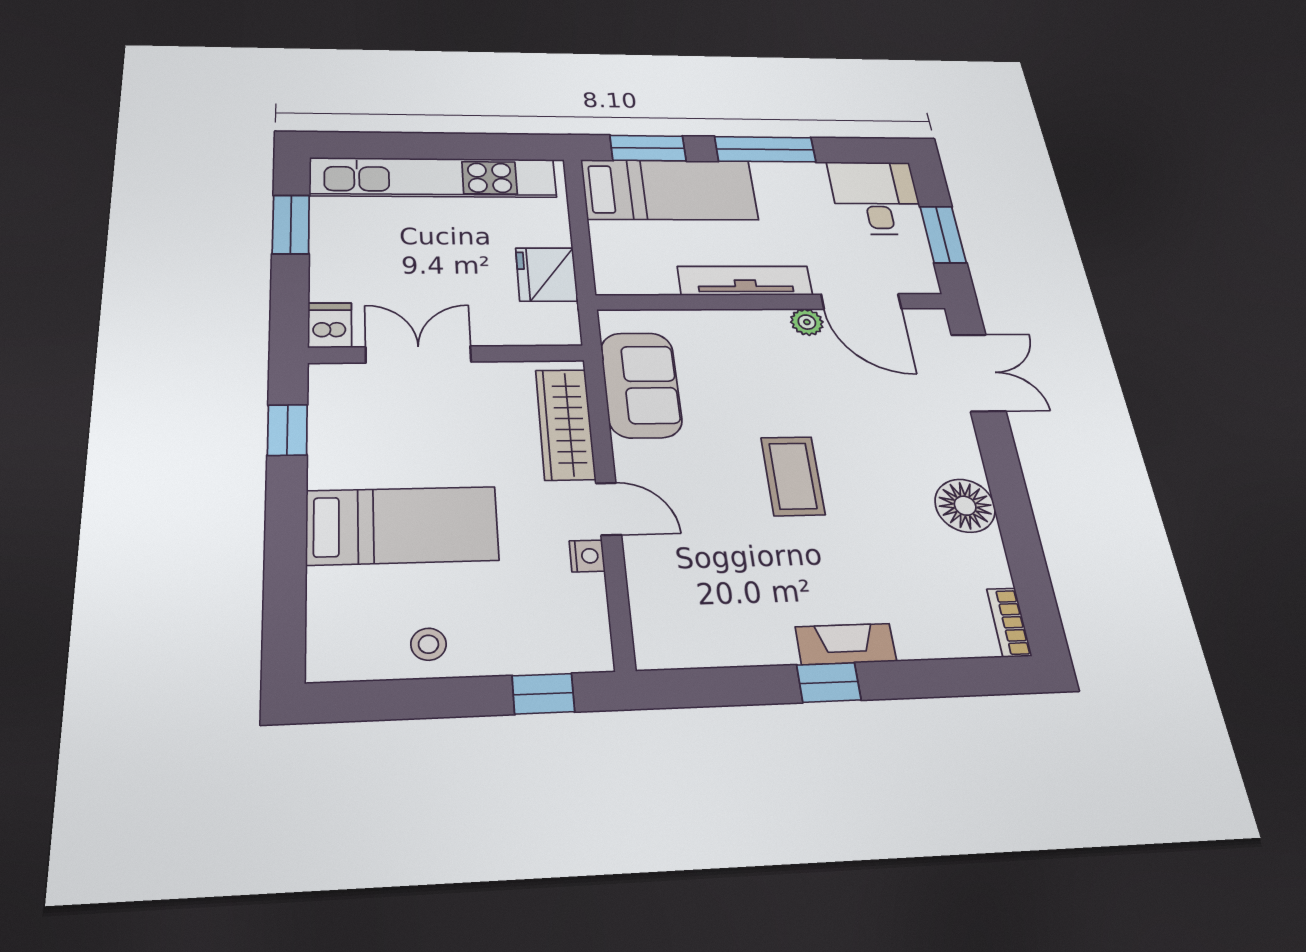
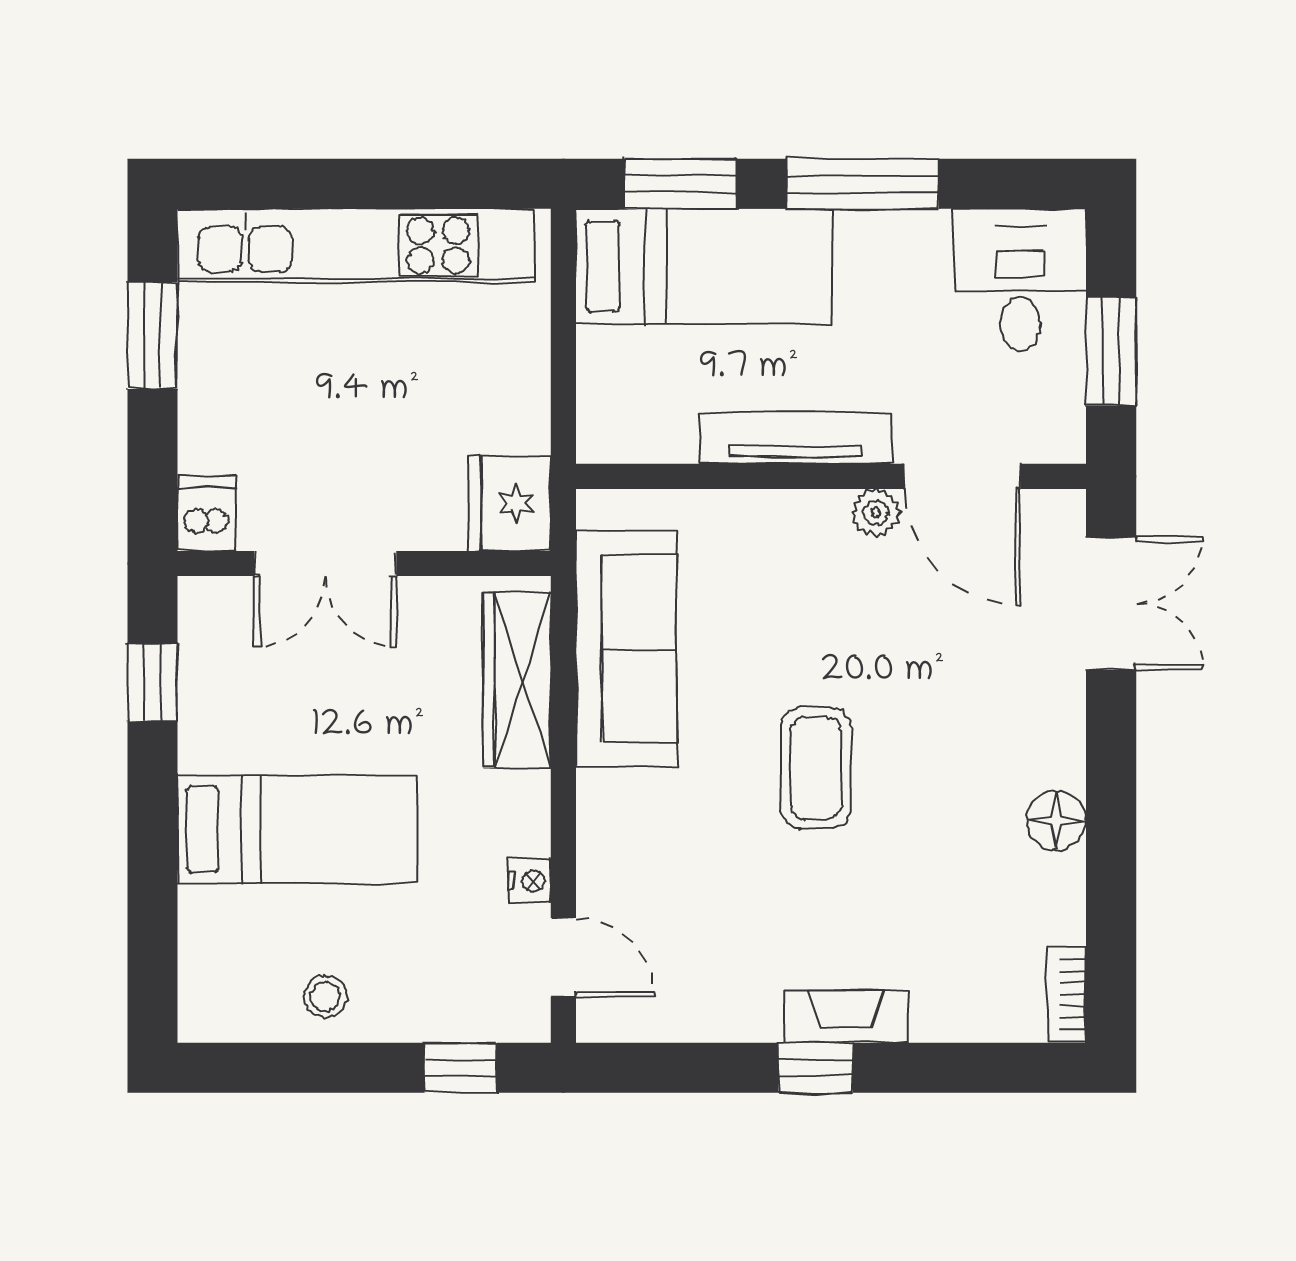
fridge: (547, 274) -> (510, 503), moved
double door: (418, 354) -> (325, 564), swing flipped
sofa: (641, 385) -> (626, 649), width x1.36
floor lamp: (965, 506) -> (1056, 820), width x0.73, depth x0.73
door: (609, 509) -> (563, 957), moved

